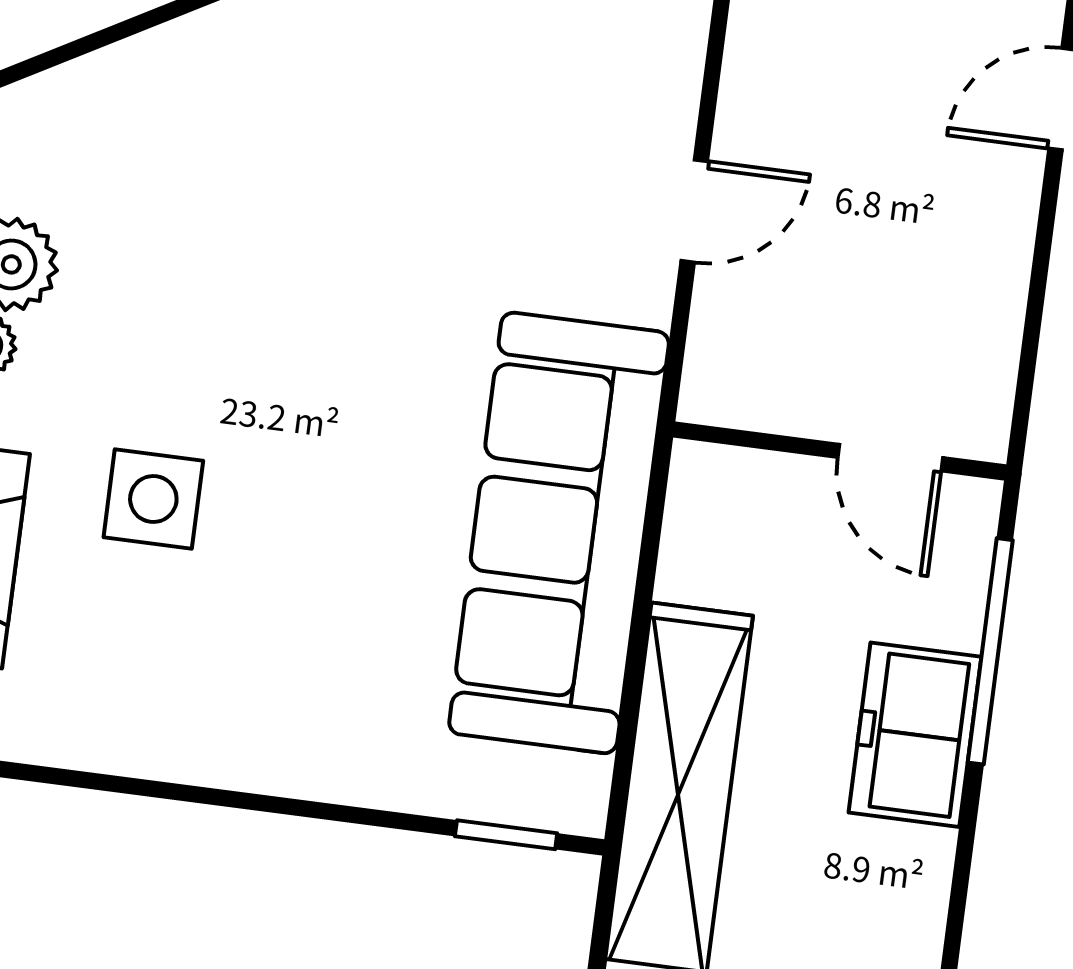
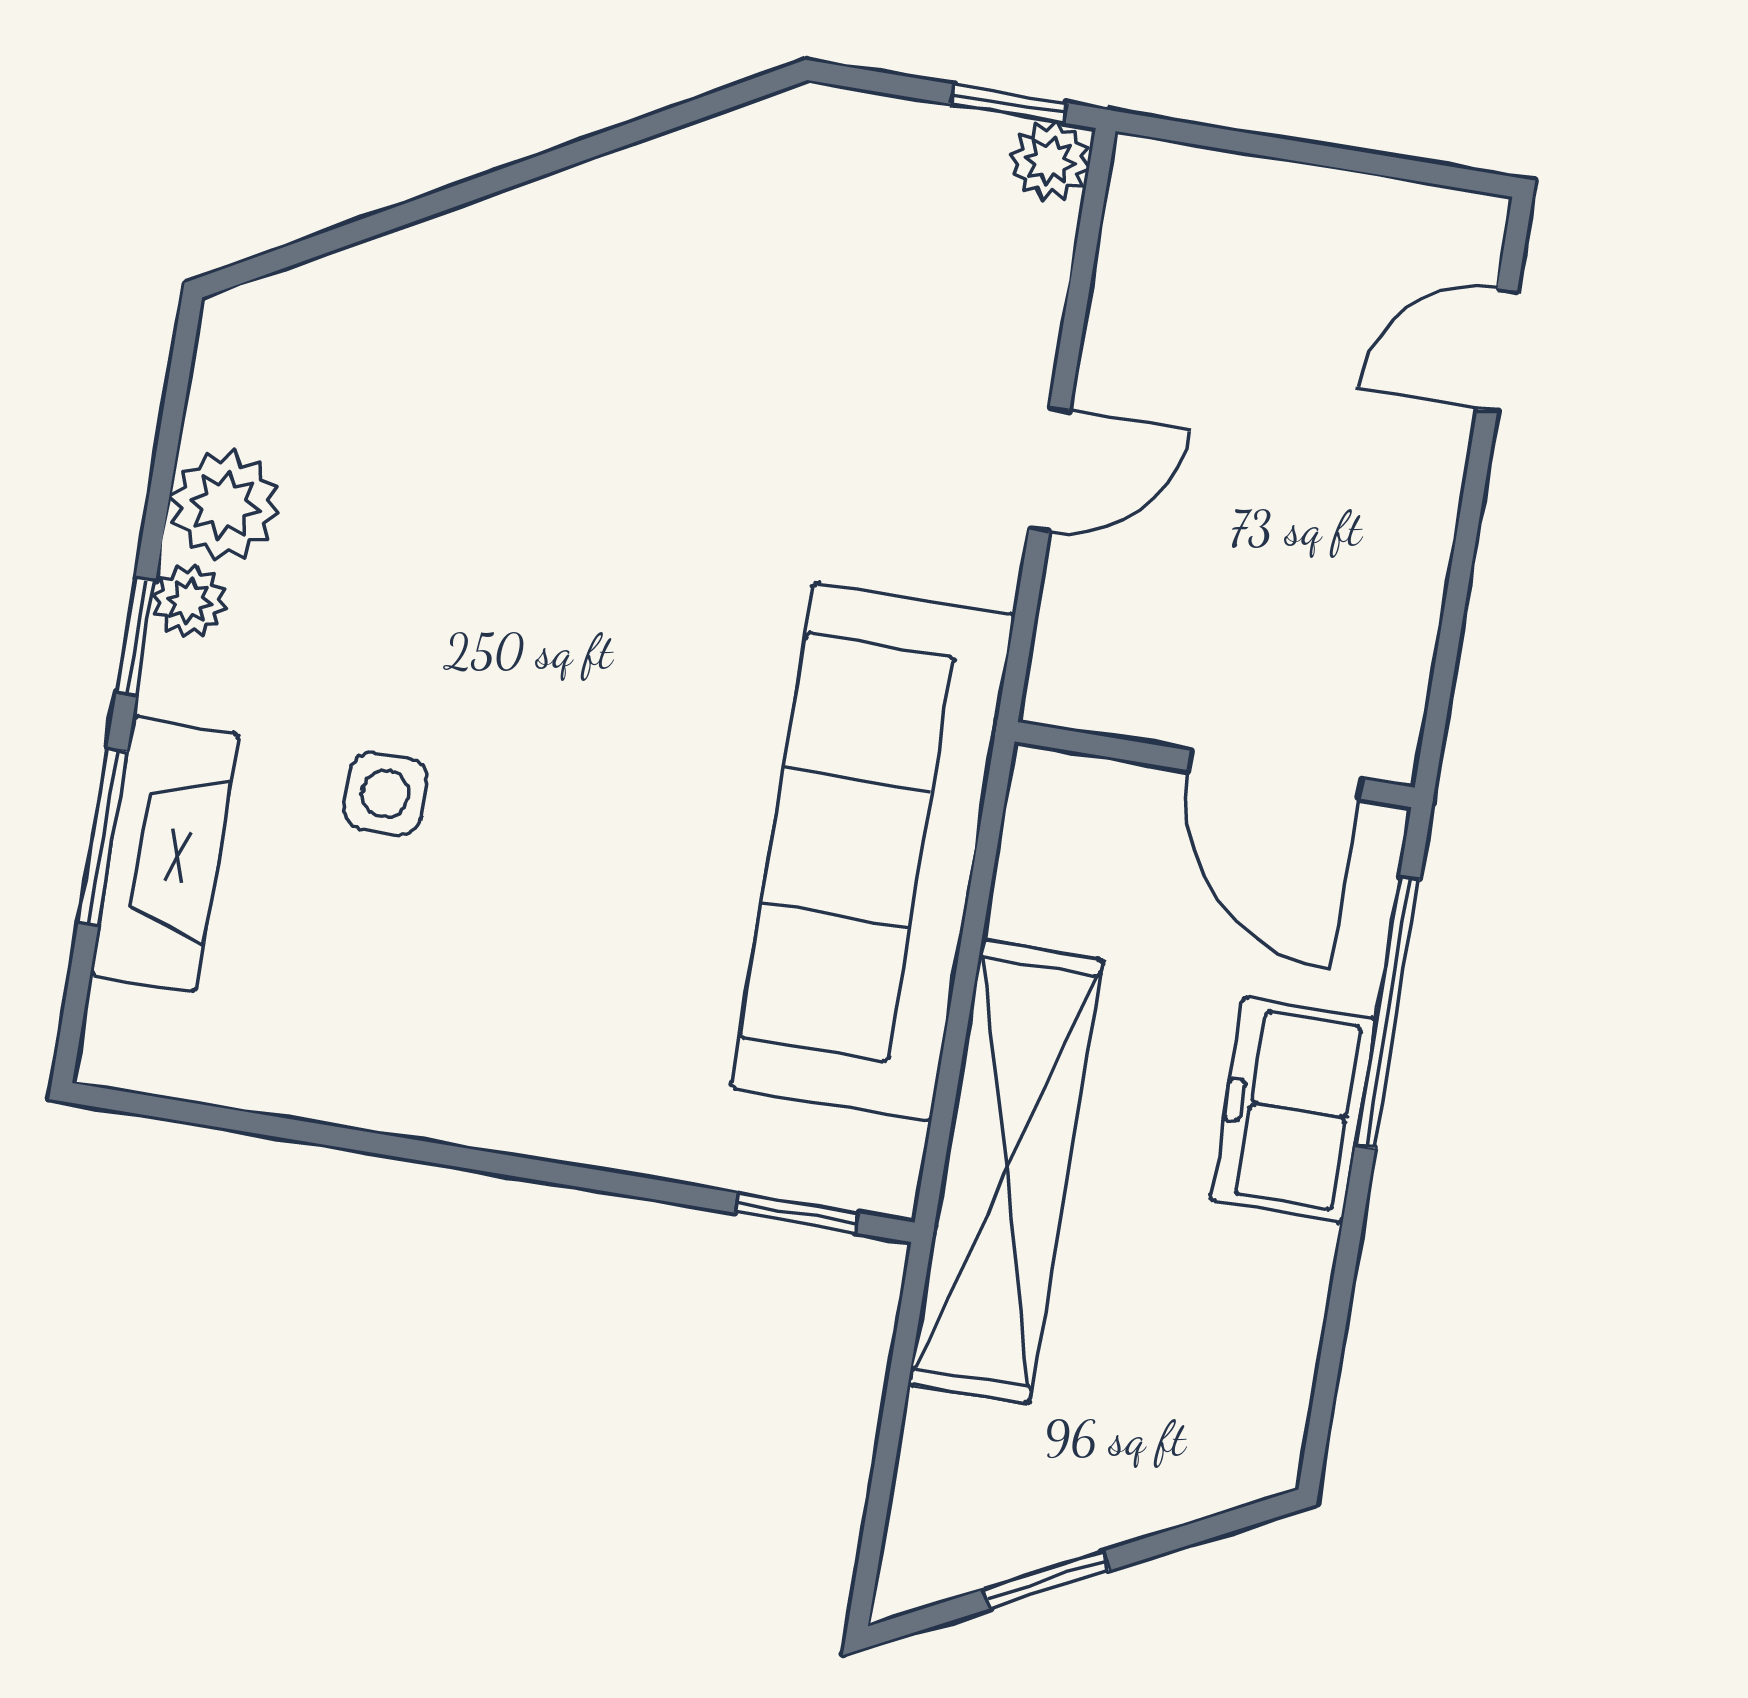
door: (890, 458) -> (1275, 775), width x1.38
side table: (153, 499) -> (386, 794), width x0.73, depth x0.73

